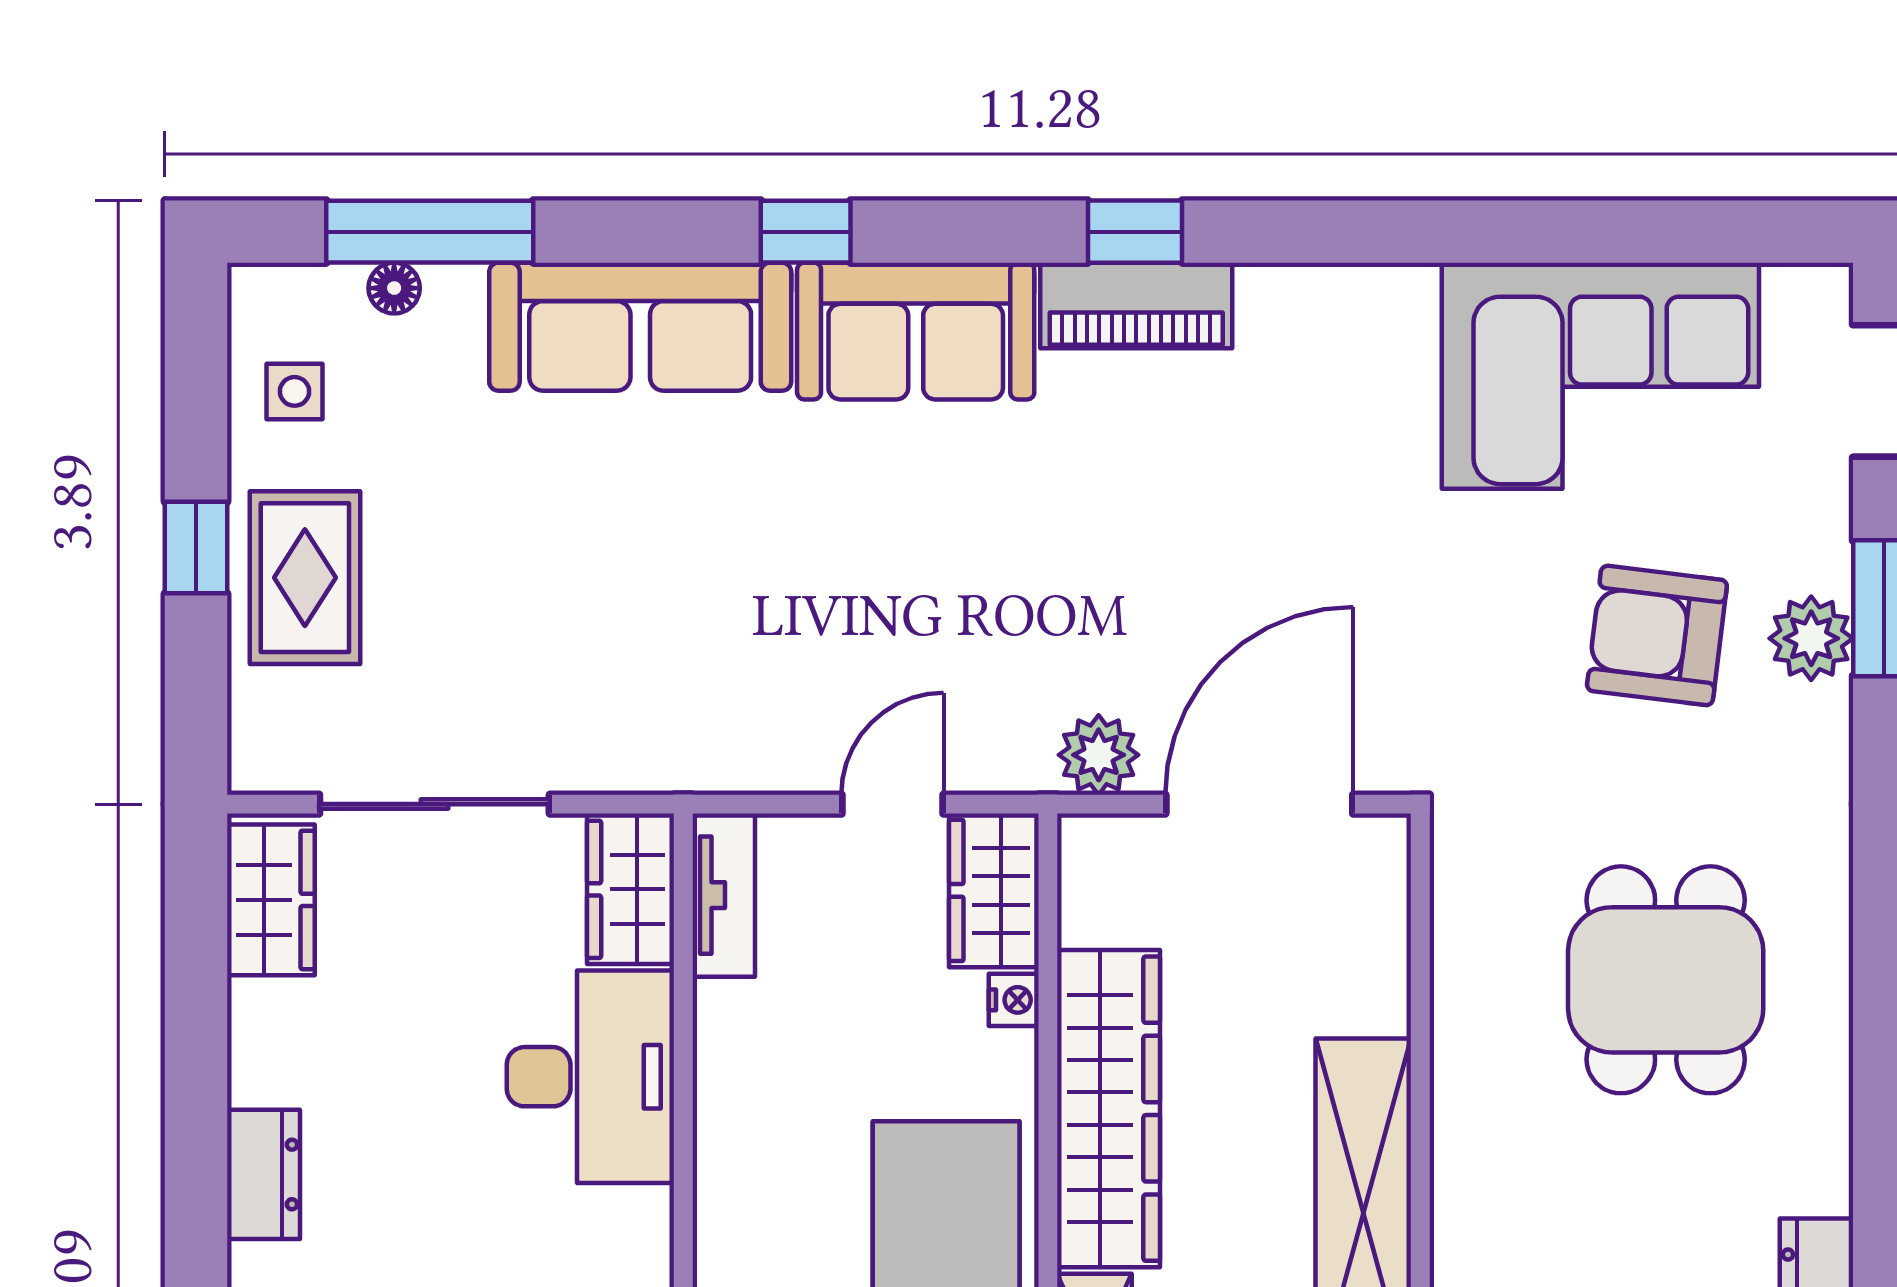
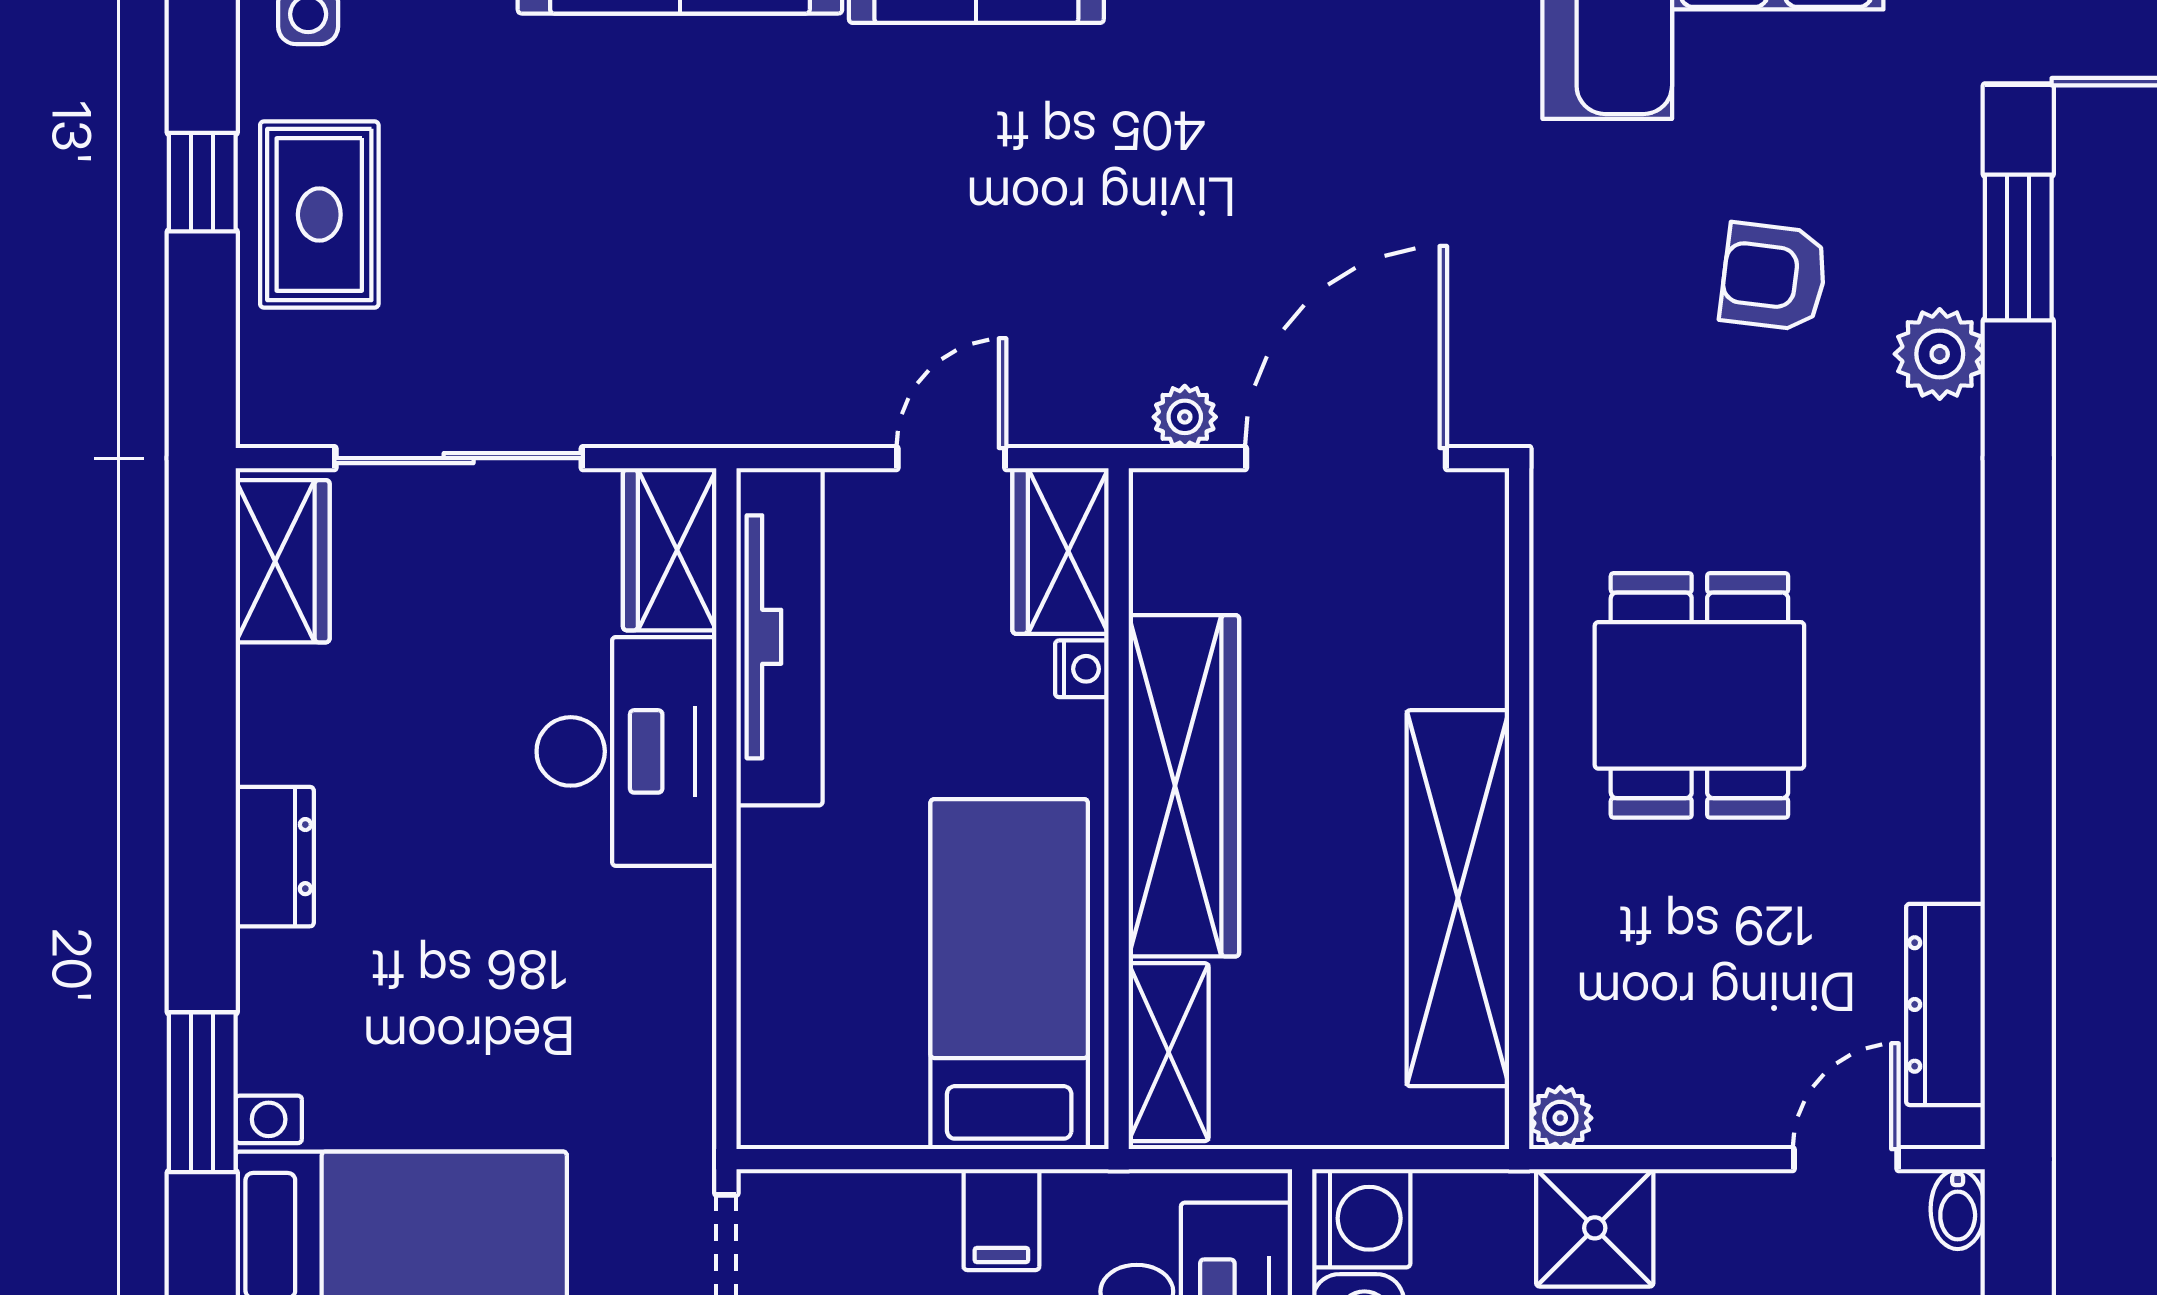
armchair: (1657, 635) -> (1774, 277), width x0.72, depth x0.72
plant: (1811, 638) -> (1940, 354), moved
plant: (1099, 755) -> (1185, 417), width x0.73, depth x0.73
tv unit: (724, 895) -> (779, 637), width x1.92, depth x1.29
dining table: (1666, 980) -> (1699, 695), moved

